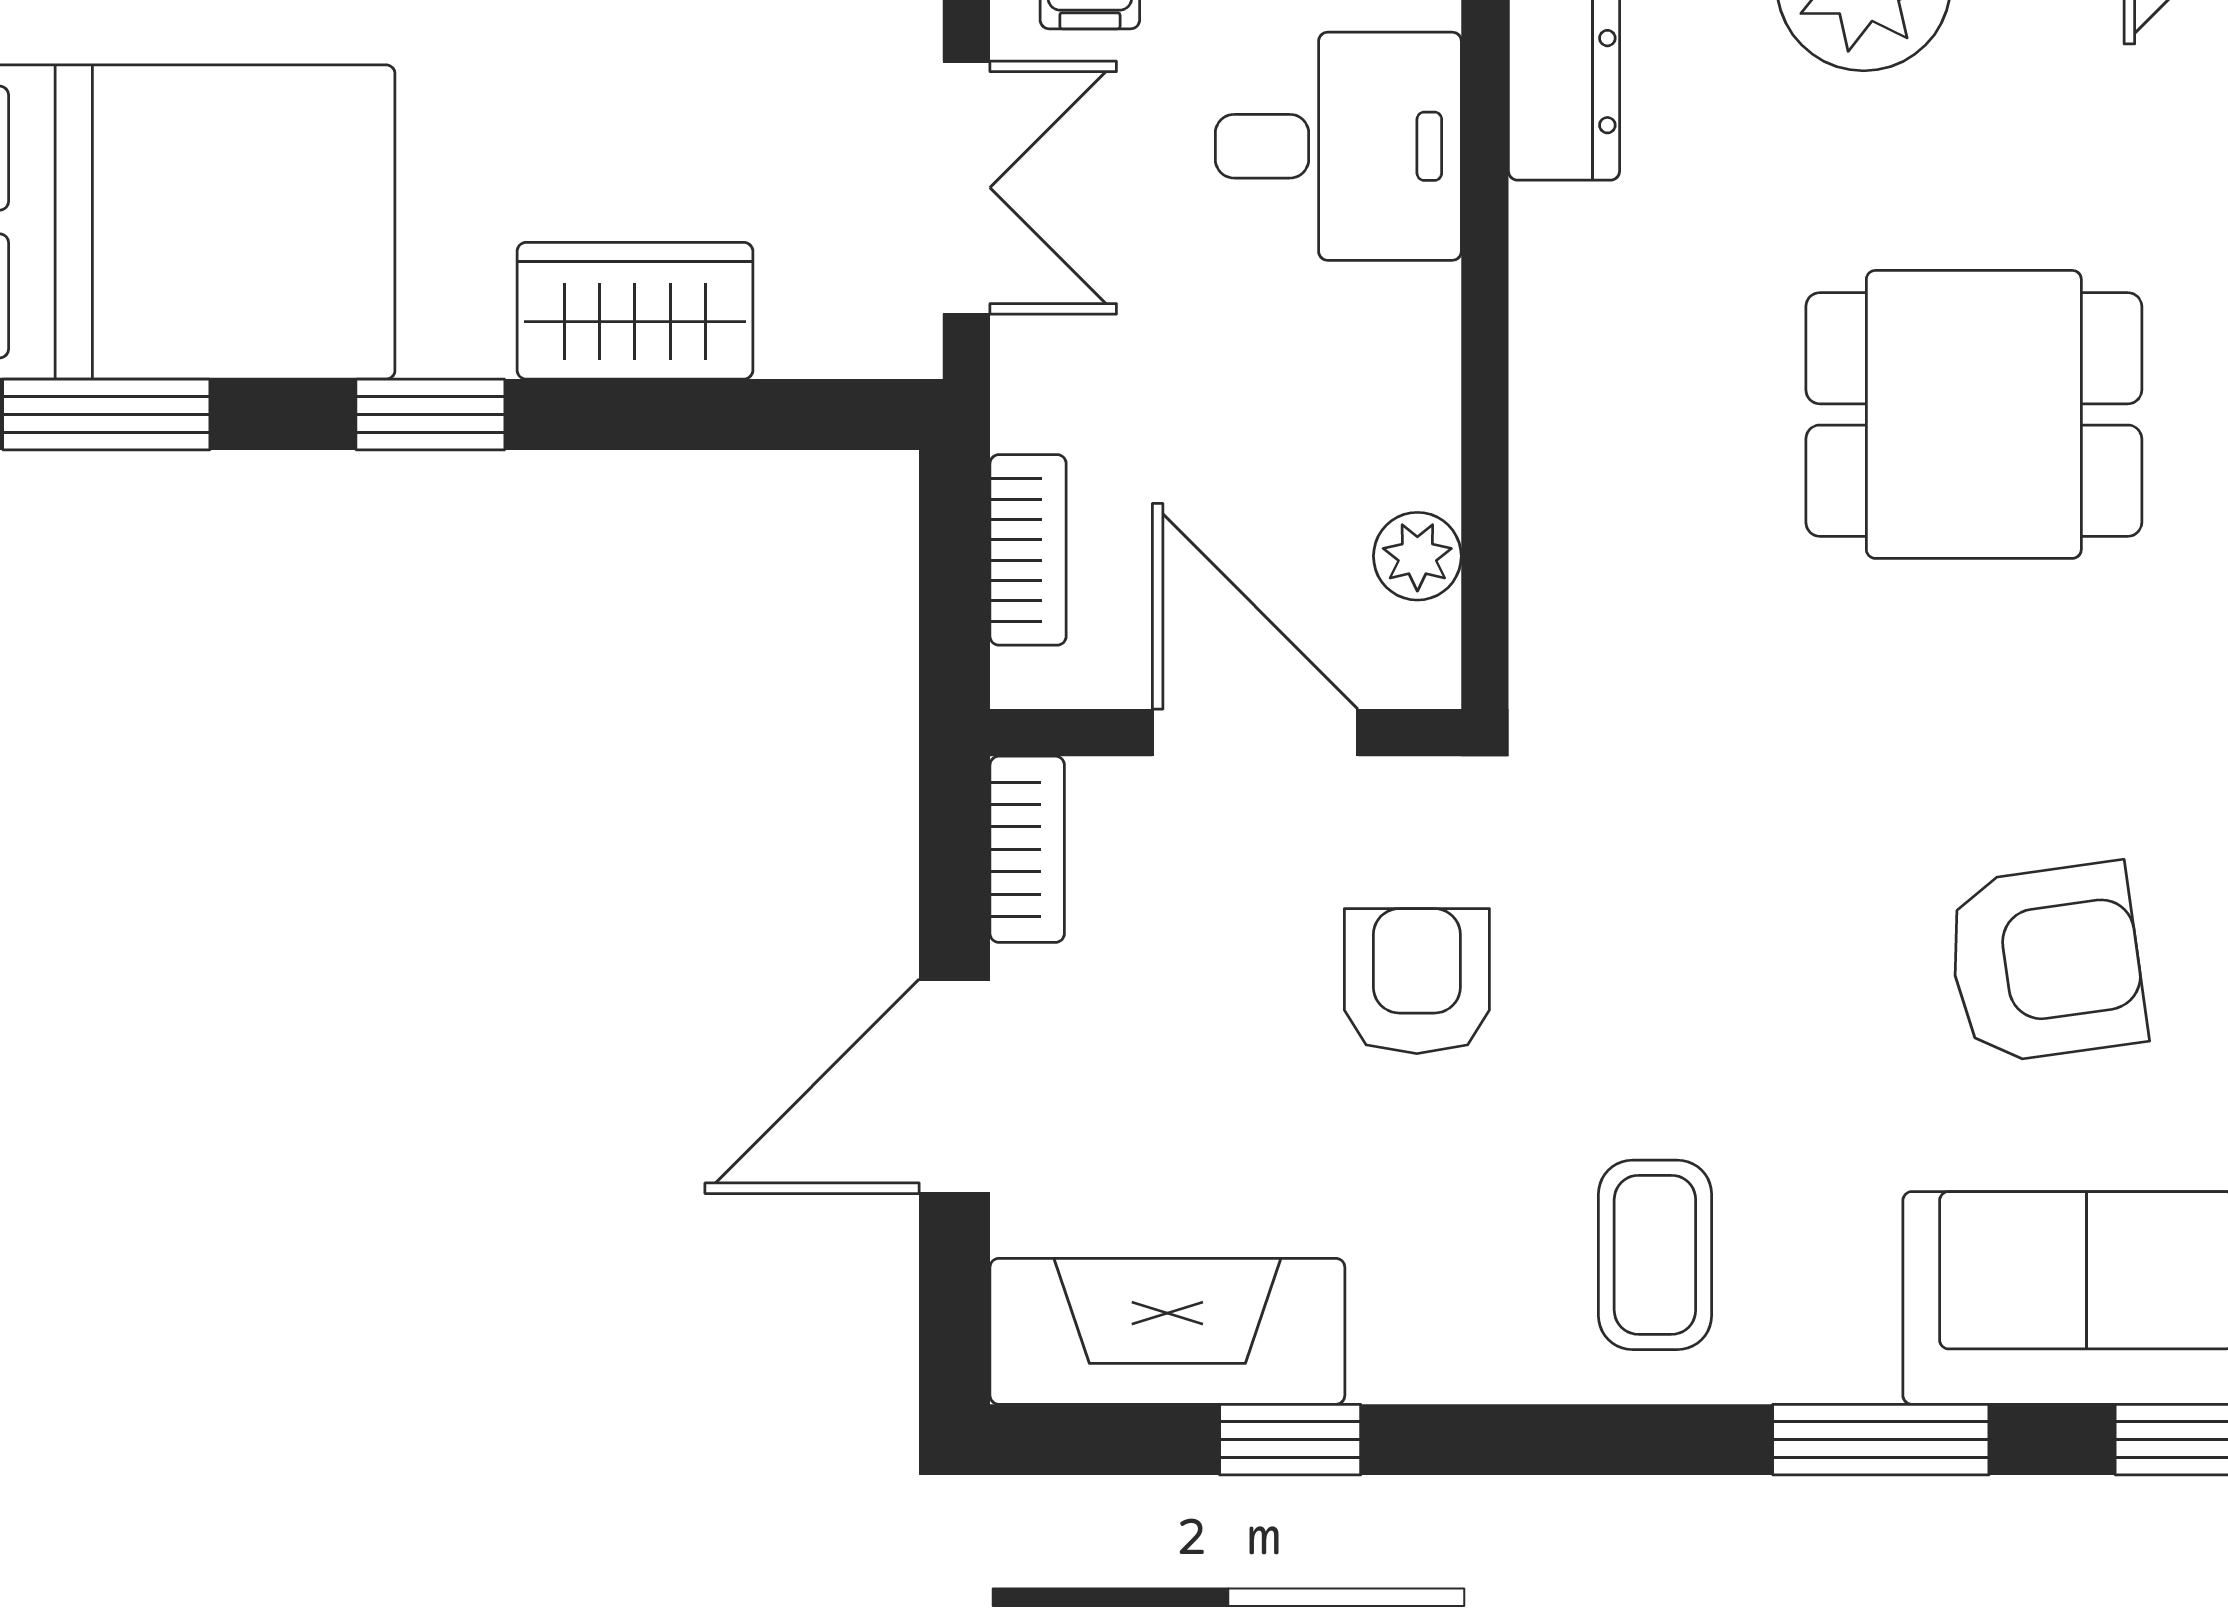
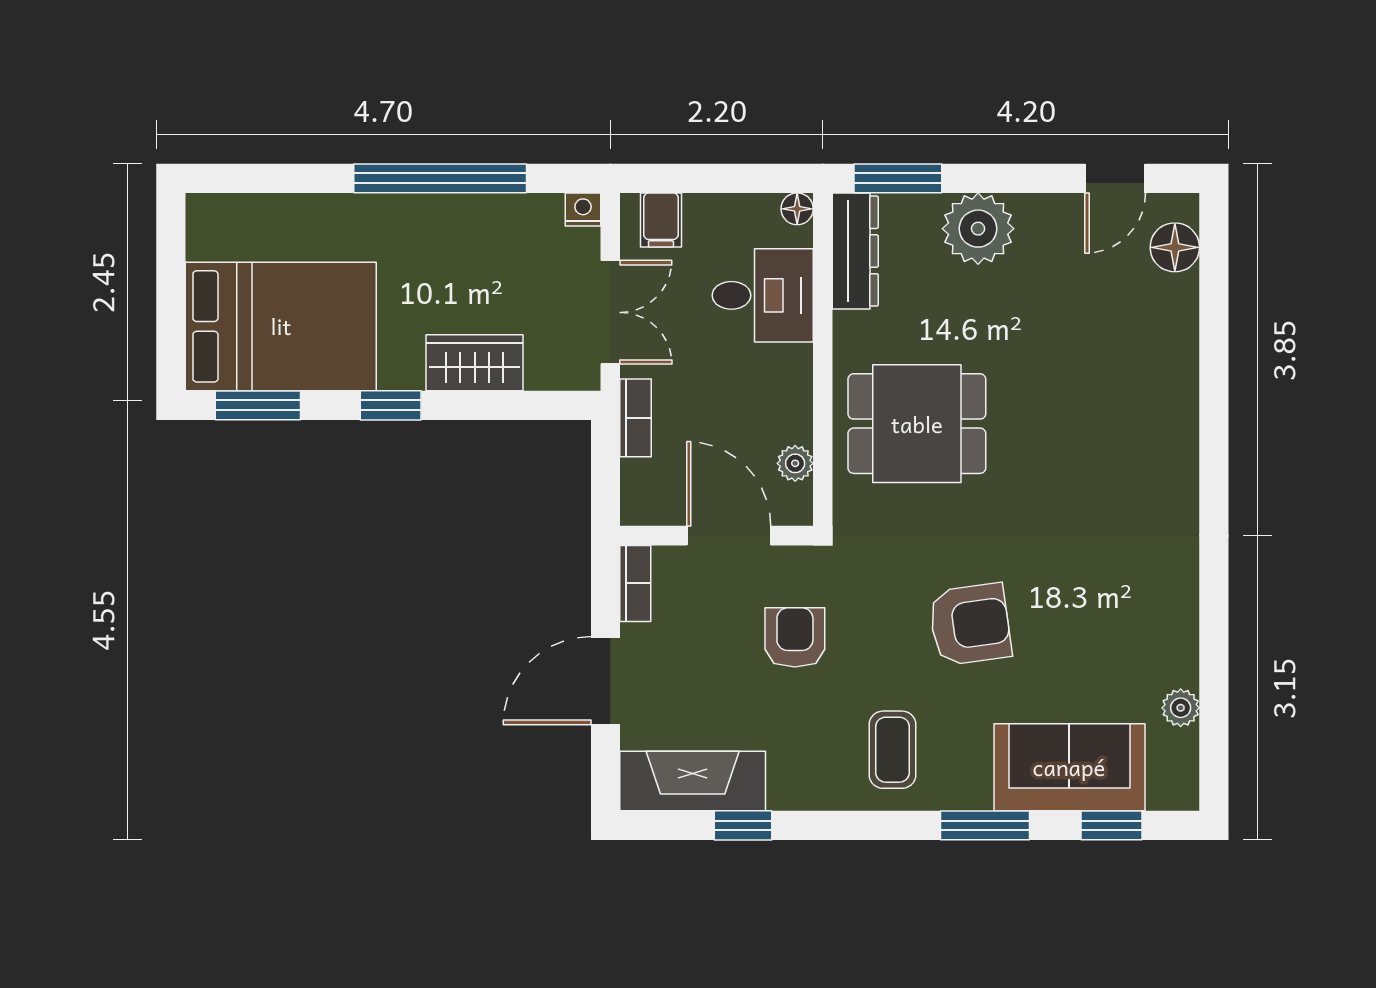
dining table: (1974, 414) -> (917, 424), moved
bookcase: (1028, 550) -> (636, 418), moved
armchair: (2046, 963) -> (970, 624), moved

